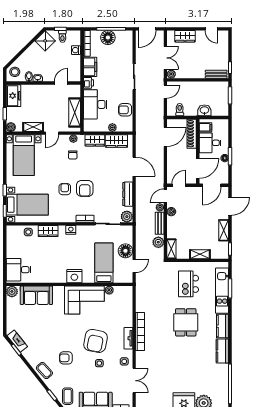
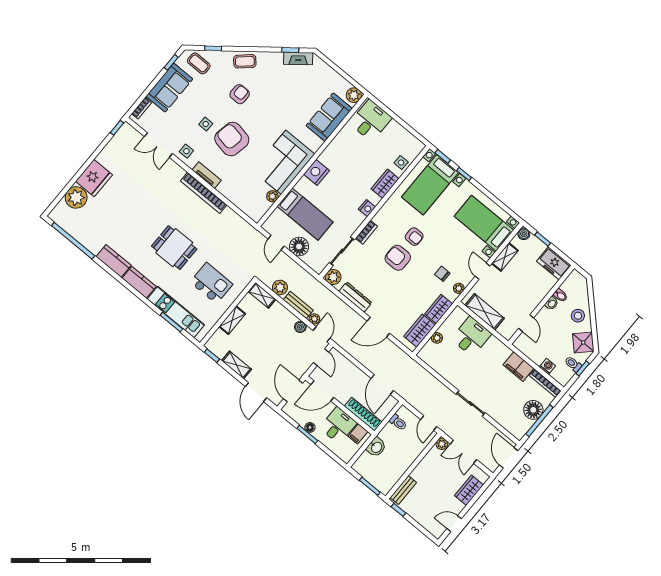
stool: (15, 72) -> (578, 316), moved
printer: (88, 83) -> (503, 351), removed
desk: (95, 104) -> (471, 336), width x0.73
armchair: (125, 110) -> (444, 366), removed
door: (198, 168) -> (322, 391), hinge flipped

